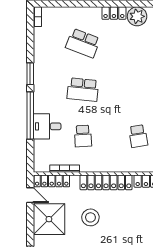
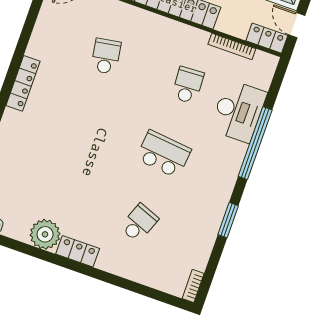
school desk: (83, 43) -> (139, 223), width x0.54
window: (30, 74) -> (228, 220), moved
desk: (47, 126) -> (238, 111), width x1.37
locker: (52, 181) -> (267, 38), width x0.66

